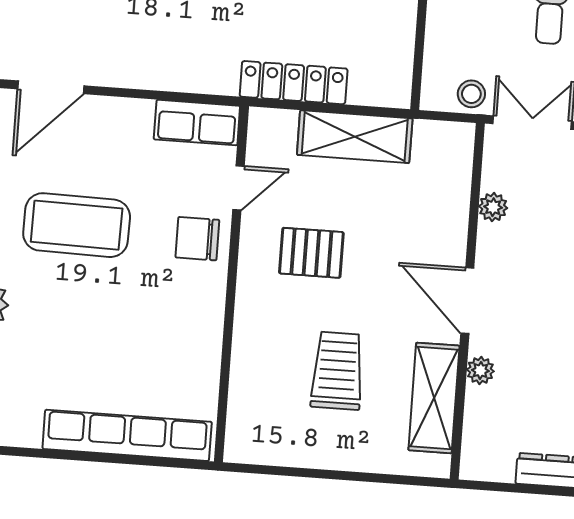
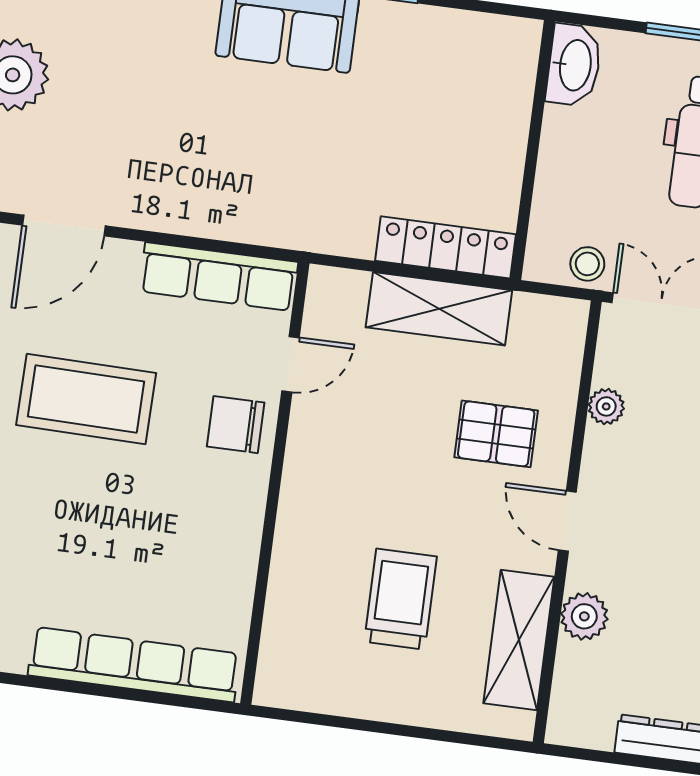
locker: (294, 83) -> (445, 247), moved
row of seats: (197, 123) -> (219, 277), width x1.48
pallet: (311, 253) -> (496, 434), moved
door: (467, 301) -> (567, 521), width x0.73
plant: (480, 370) -> (584, 616), width x1.38, depth x1.38

